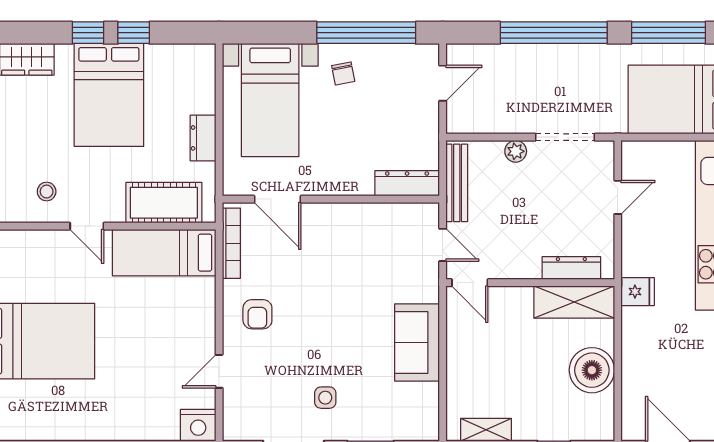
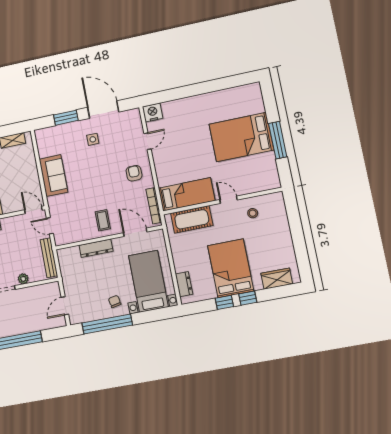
dresser: (203, 138) -> (184, 284), moved
dresser: (407, 183) -> (96, 248), moved
coffee table: (336, 235) -> (103, 220), added

